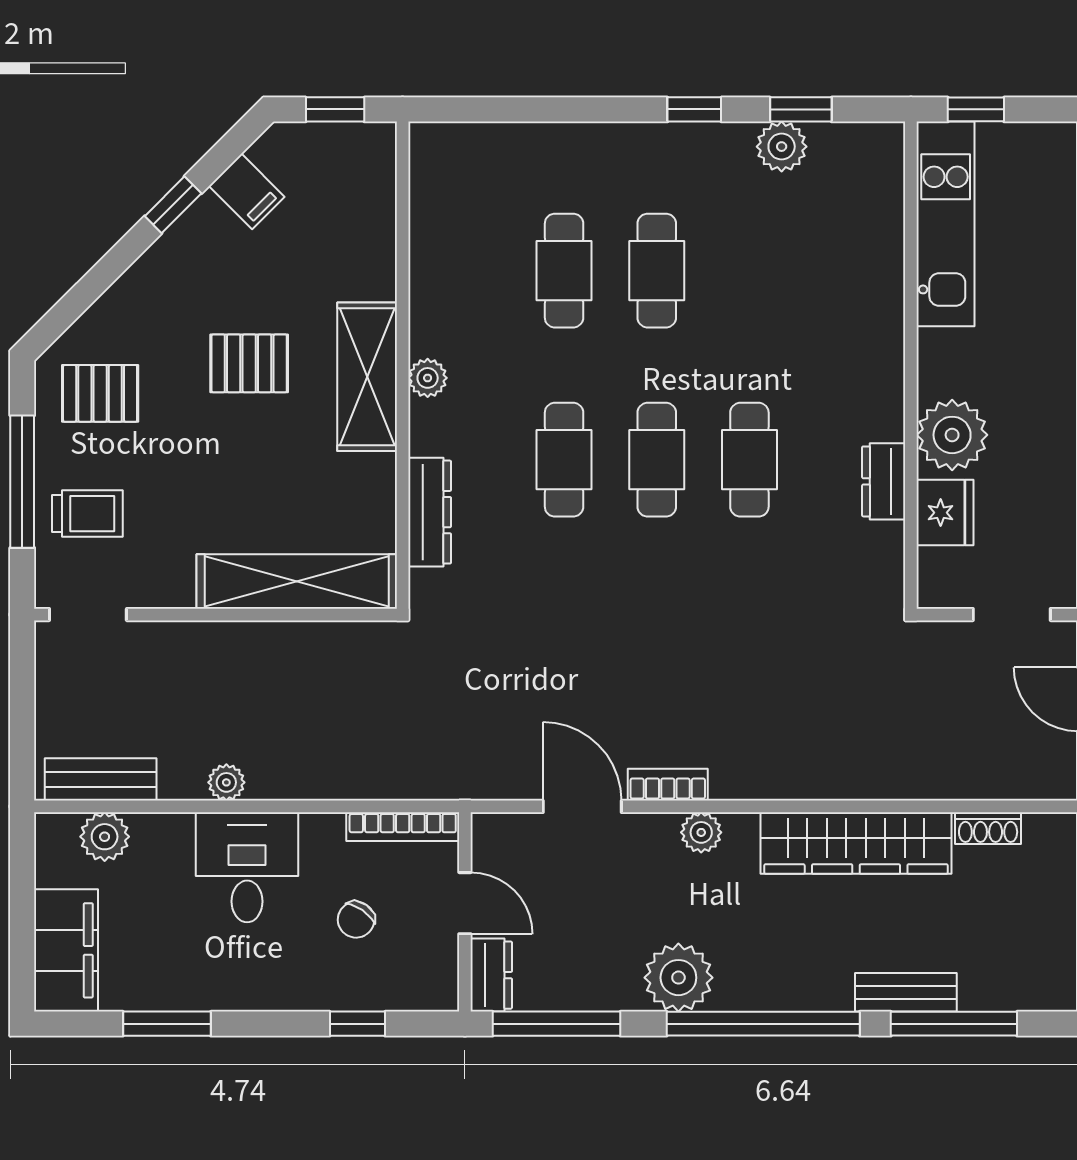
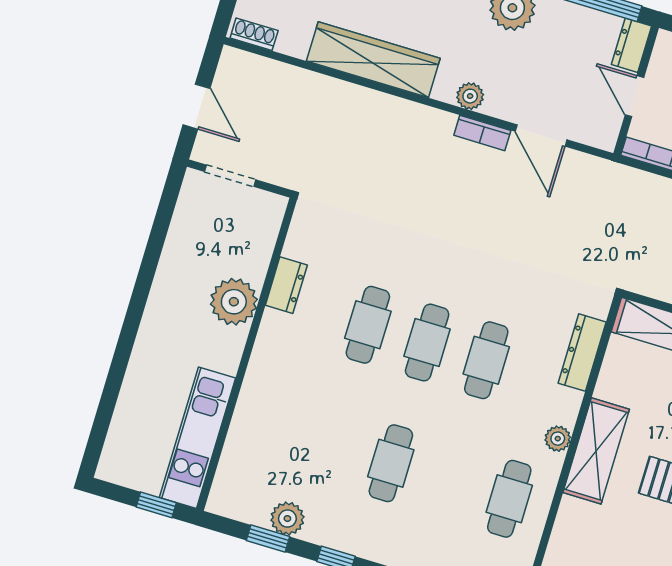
cafe table: (564, 271) -> (509, 499), moved
fridge: (945, 513) -> (253, 254), removed
shoe rack: (988, 828) -> (254, 34), moved

